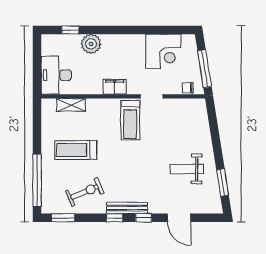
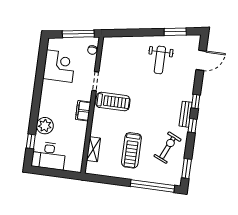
desk: (56, 75) -> (49, 156), moved
exercise bike: (85, 192) -> (168, 148), turned 47
bench: (127, 208) -> (186, 114), width x0.73
door: (179, 218) -> (201, 60), moved

